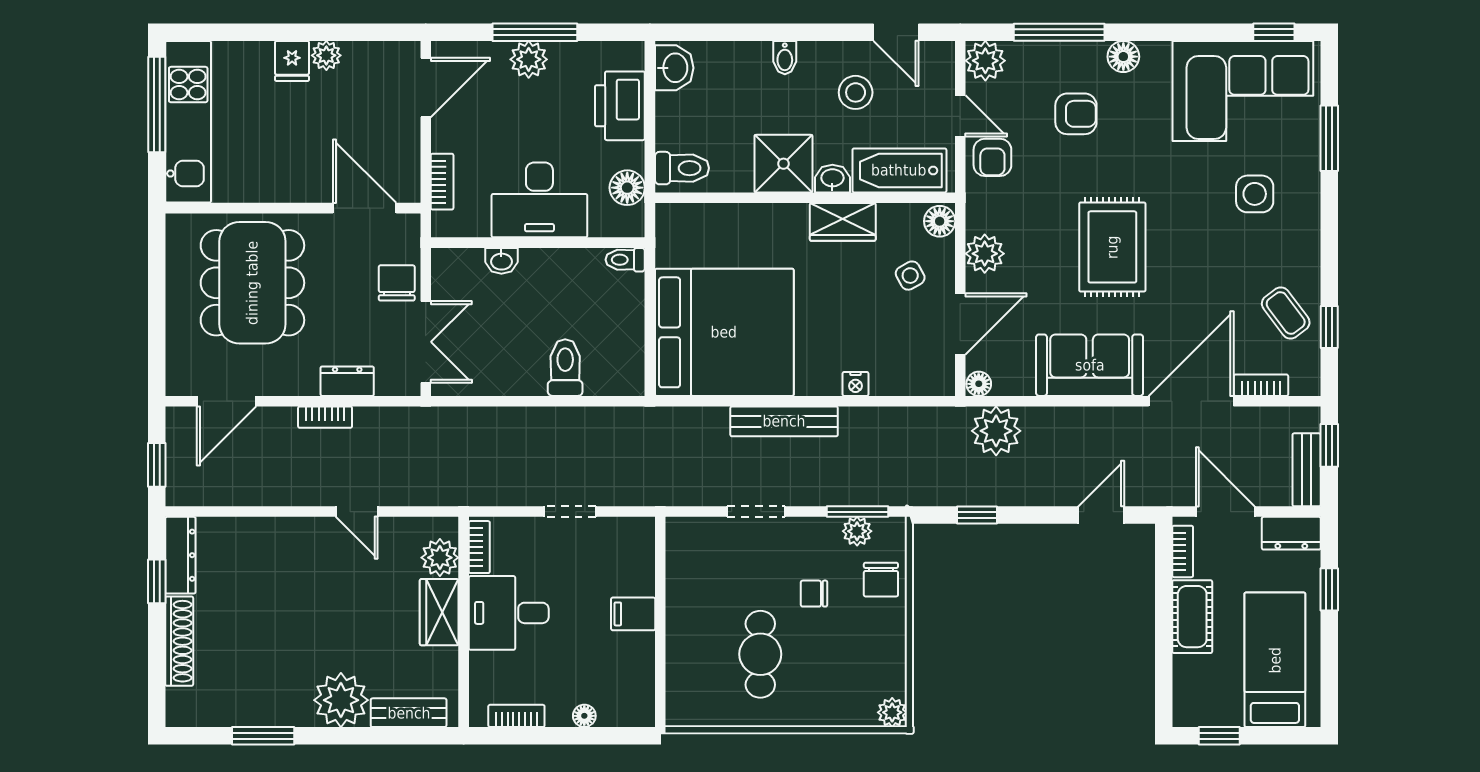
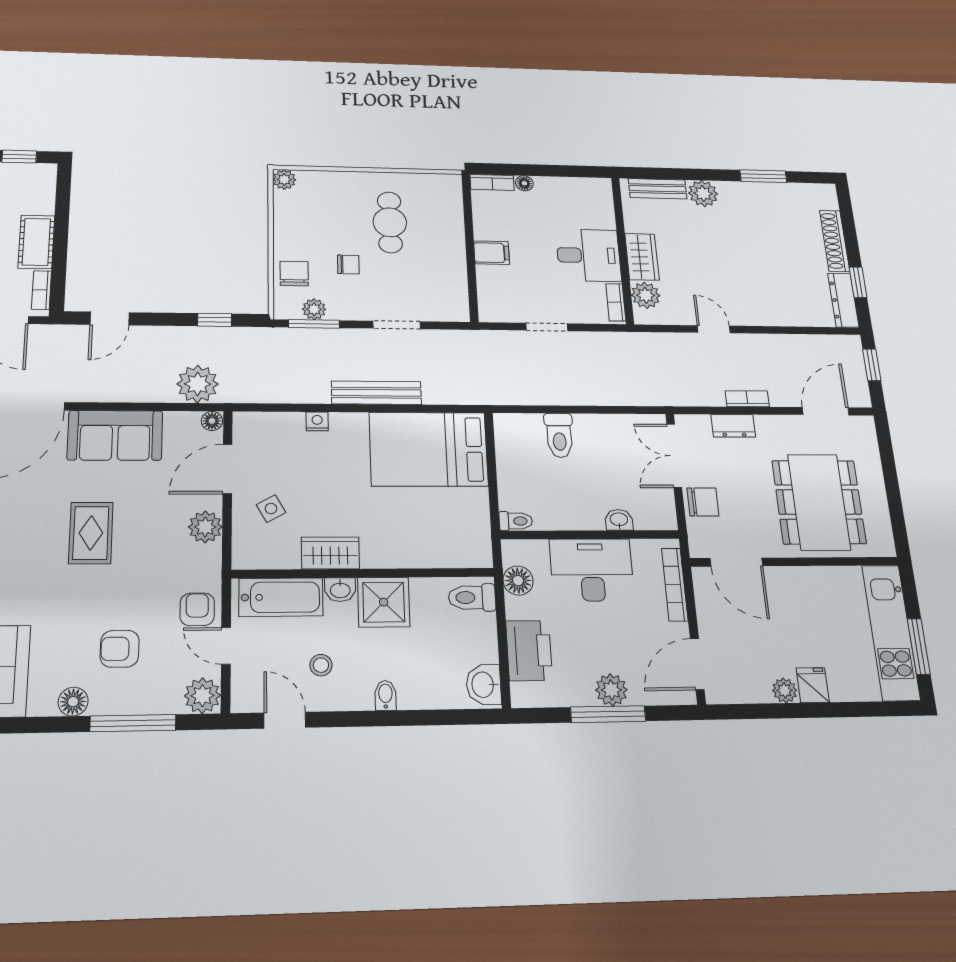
stool: (856, 92) -> (321, 665), width x0.73, depth x0.73
window: (157, 104) -> (919, 646), width x0.69
bookcase: (442, 182) -> (675, 584), width x1.56
floor lamp: (940, 221) -> (245, 554), removed
rug: (1112, 247) -> (91, 533), width x0.73, depth x0.70
chair: (397, 283) -> (703, 502), turned -90
bed: (724, 332) -> (429, 449), width x0.73
plant: (341, 700) -> (703, 193), width x0.73, depth x0.73
bookcase: (516, 716) -> (492, 182), moved

